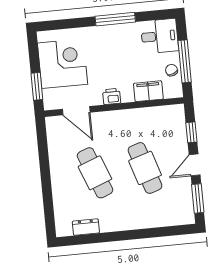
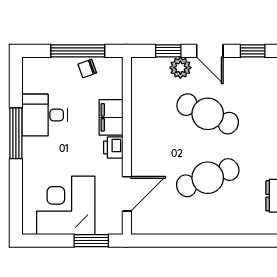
desk: (160, 36) -> (44, 115), moved, turned -90
filing cabinet: (148, 91) -> (111, 117), moved
plant: (179, 143) -> (180, 68), added
cafe table: (145, 168) -> (208, 114), turned 42
window: (198, 198) -> (253, 51), width x0.67

